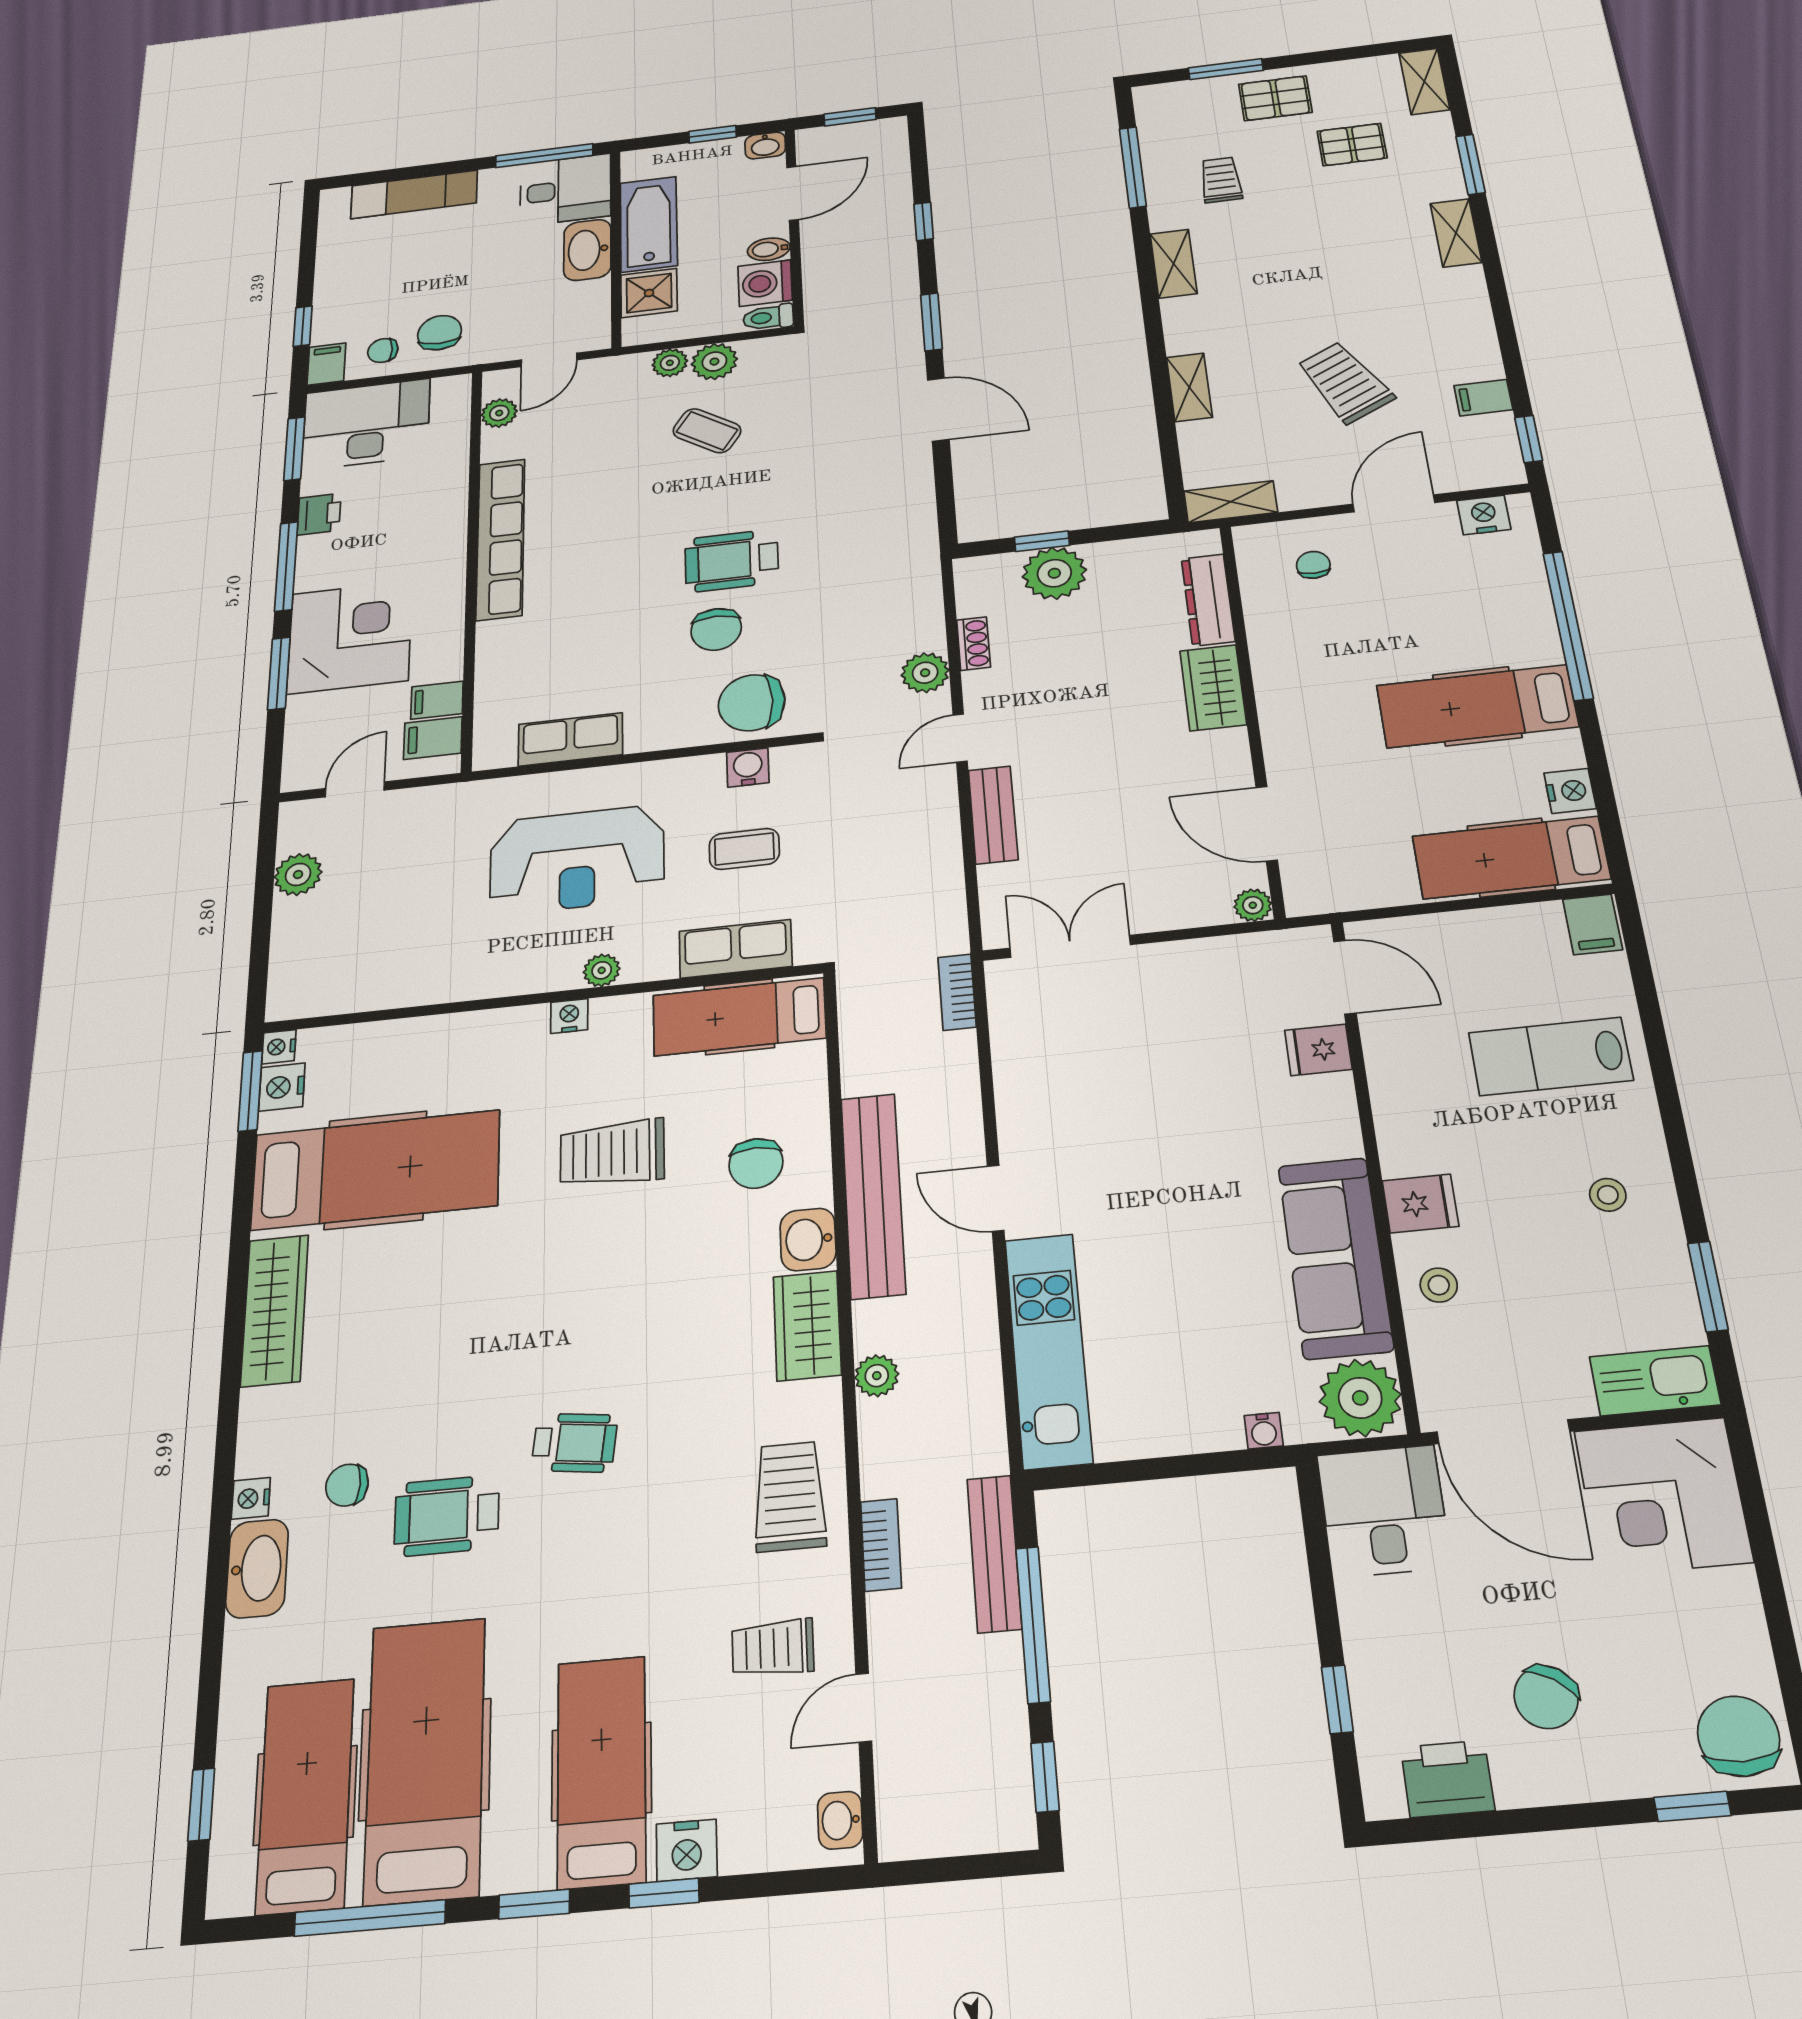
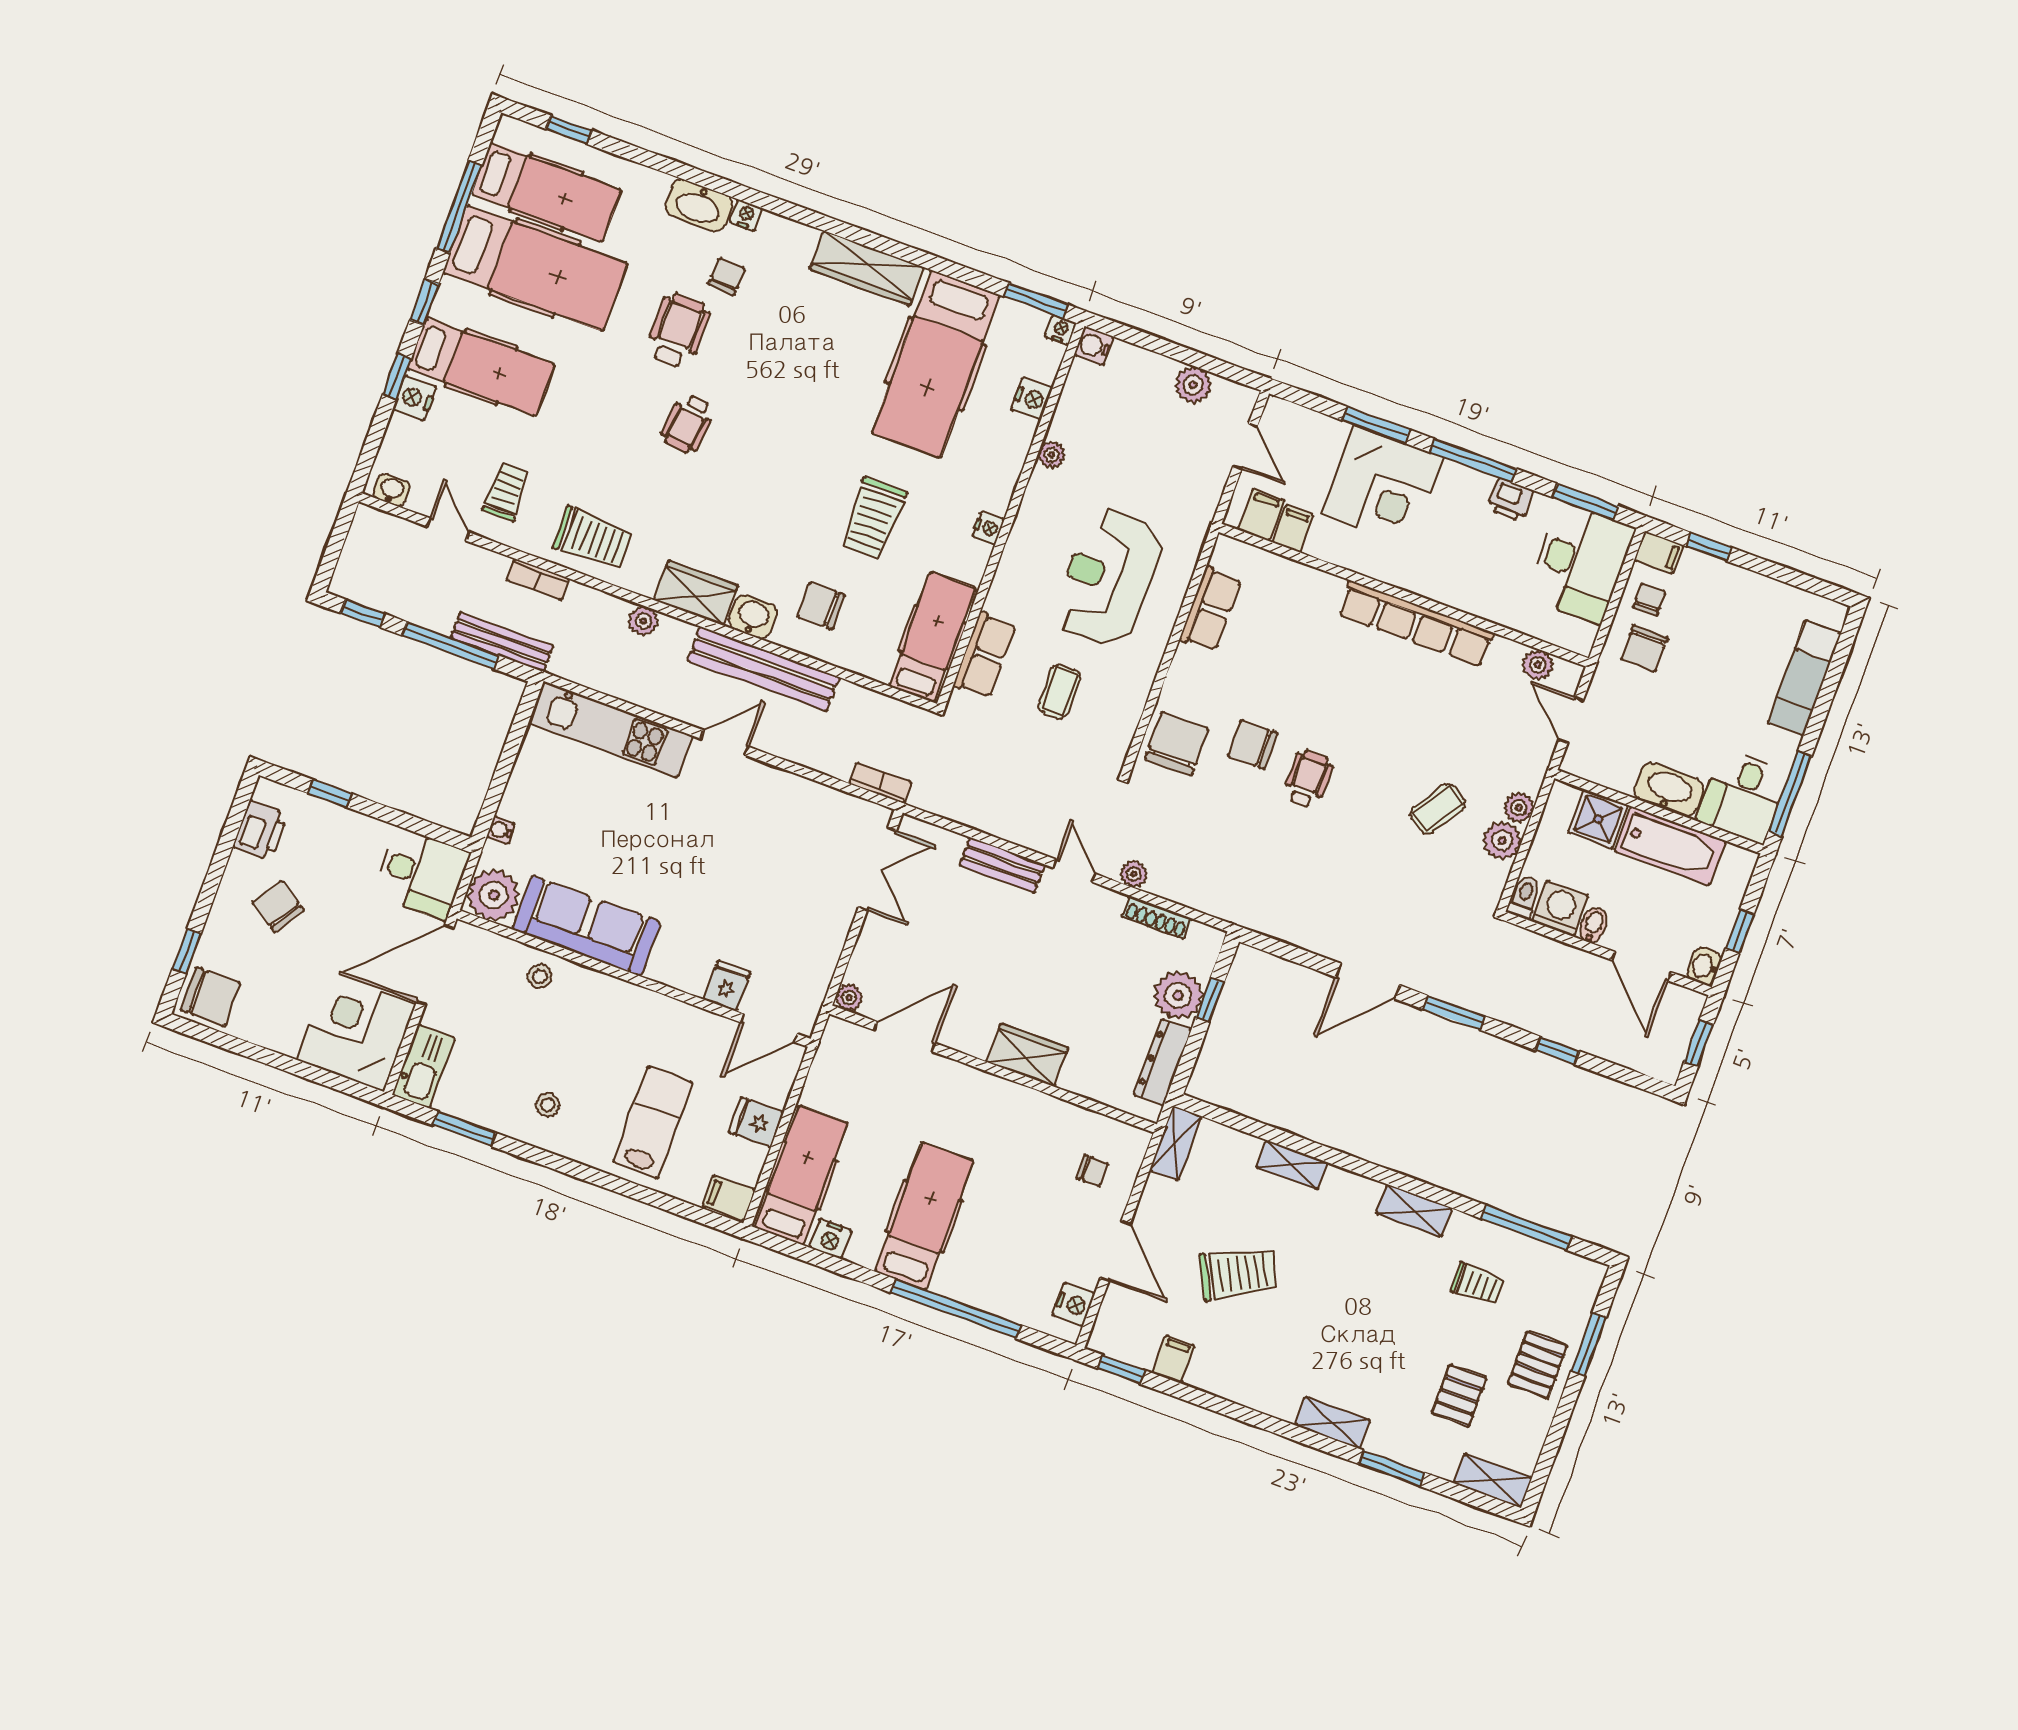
chair: (440, 333) -> (1644, 648), turned 90
wheelchair: (732, 561) -> (1308, 779), width x0.73, depth x0.73
dresser: (1208, 600) -> (1163, 1062), moved, turned -90
shoe rack: (973, 644) -> (1157, 917), width x1.43
plant: (925, 673) -> (1134, 874), width x0.73, depth x0.73
water cooler: (748, 767) -> (1094, 346), moved, turned 180
plant: (602, 970) -> (1052, 455), moved
nightstand: (282, 1087) -> (1032, 399), moved, turned 90
trolley: (612, 1153) -> (873, 519), turned 180
fridge: (1420, 1203) -> (756, 1122), moved, turned 90

